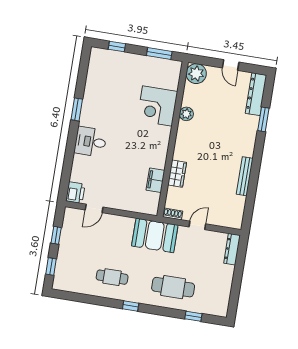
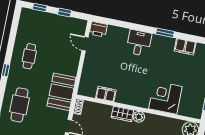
filing cabinet: (93, 84) -> (185, 47), added
plant: (186, 114) -> (139, 117), moved
wardrobe: (177, 174) -> (122, 114), moved

